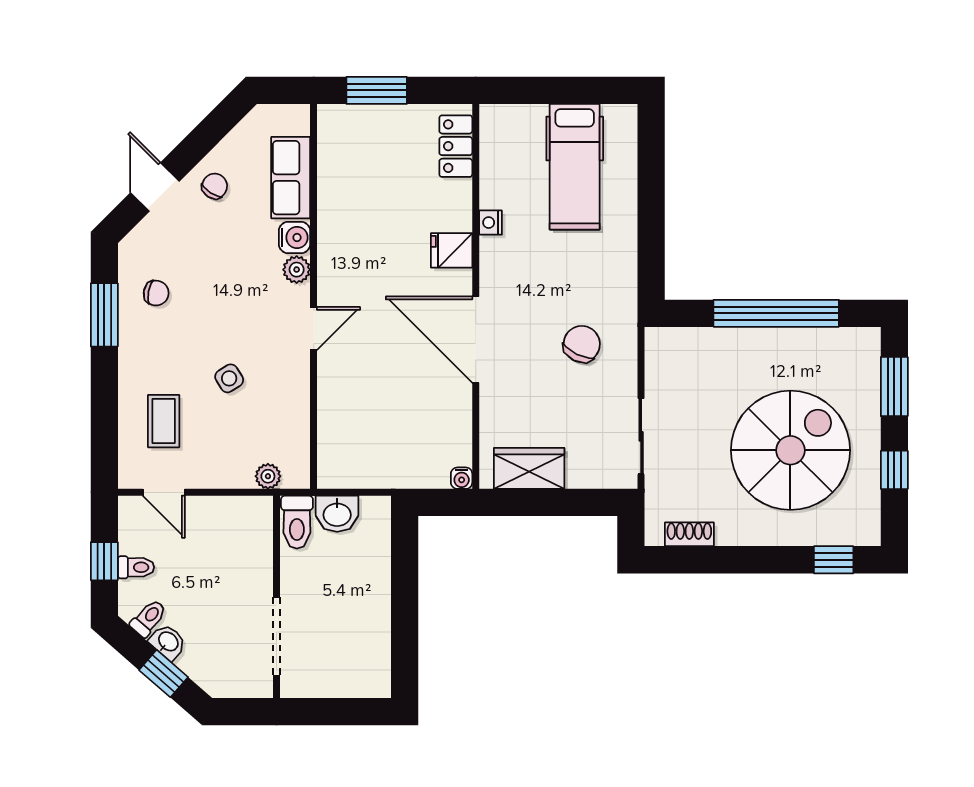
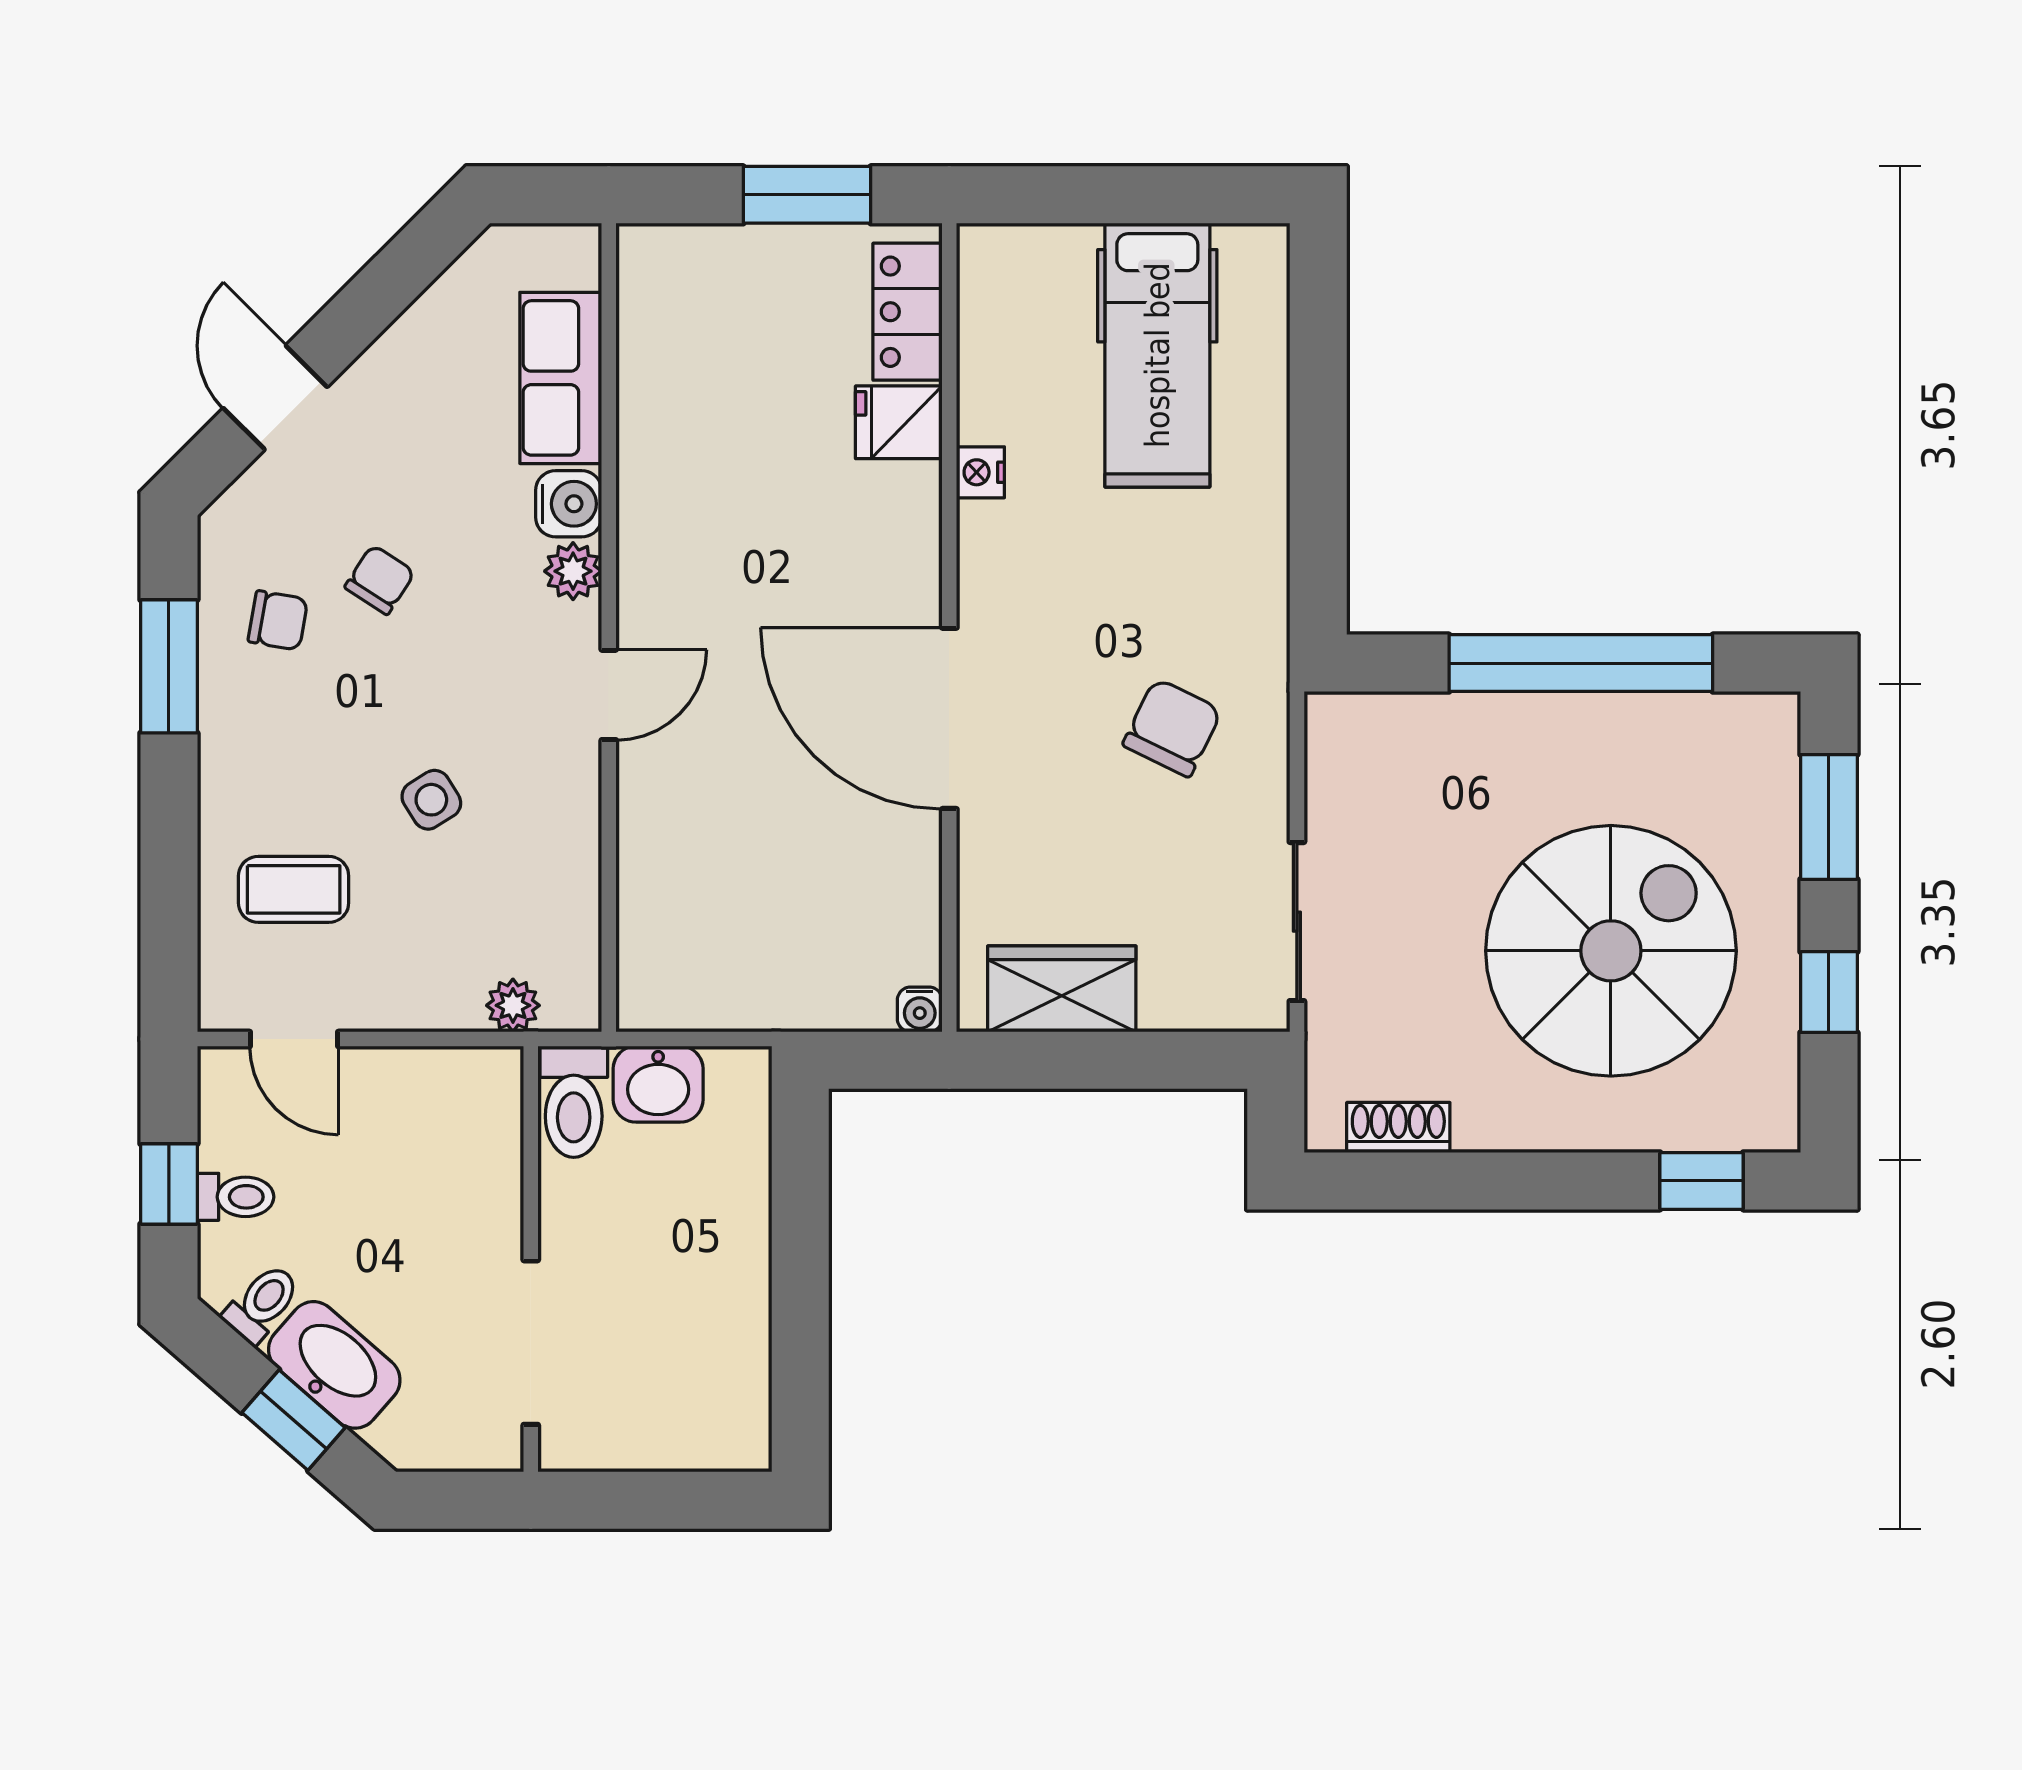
window: (377, 90) -> (807, 195), moved
chair: (215, 186) -> (380, 580), moved
fridge: (452, 250) -> (899, 422), moved
coffee table: (164, 421) -> (294, 889), turned 90
washbasin: (168, 642) -> (334, 1365), width x1.91, depth x1.45

